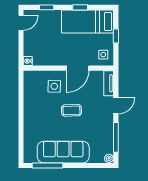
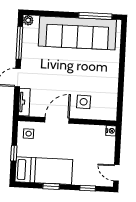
door: (21, 23) -> (116, 173), hinge flipped
coffee table: (71, 110) -> (66, 75), removed
sofa: (63, 152) -> (77, 33), width x1.36, depth x1.27

